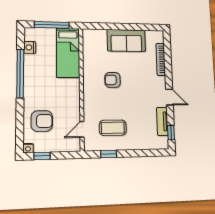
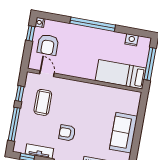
window: (20, 74) -> (93, 24), moved
armchair: (113, 80) -> (67, 133), moved, turned -90
armchair: (42, 121) -> (48, 45), moved
window: (141, 153) -> (14, 124), added

